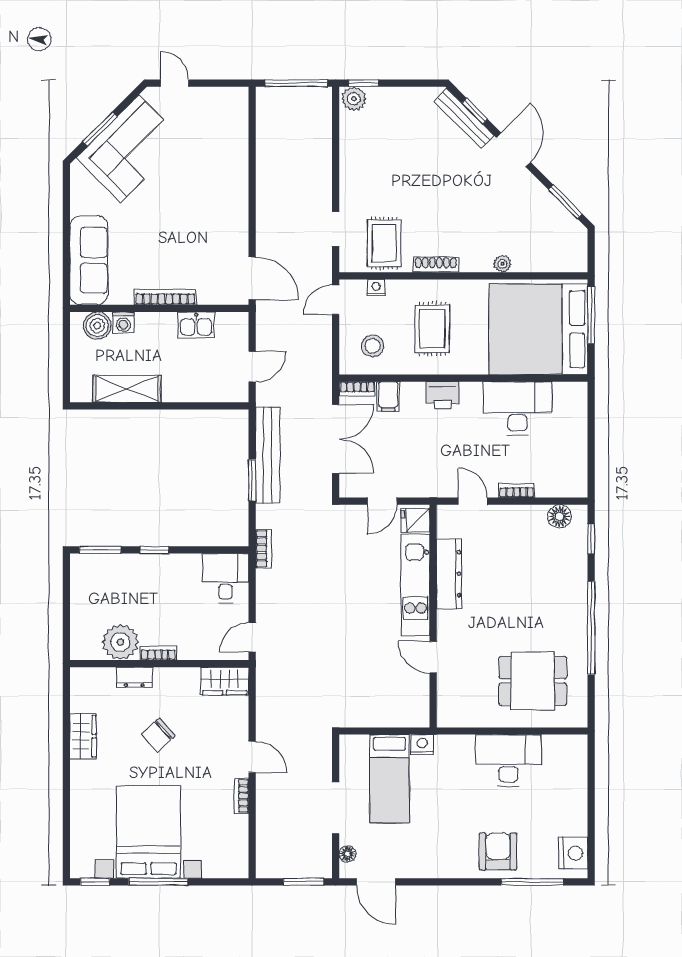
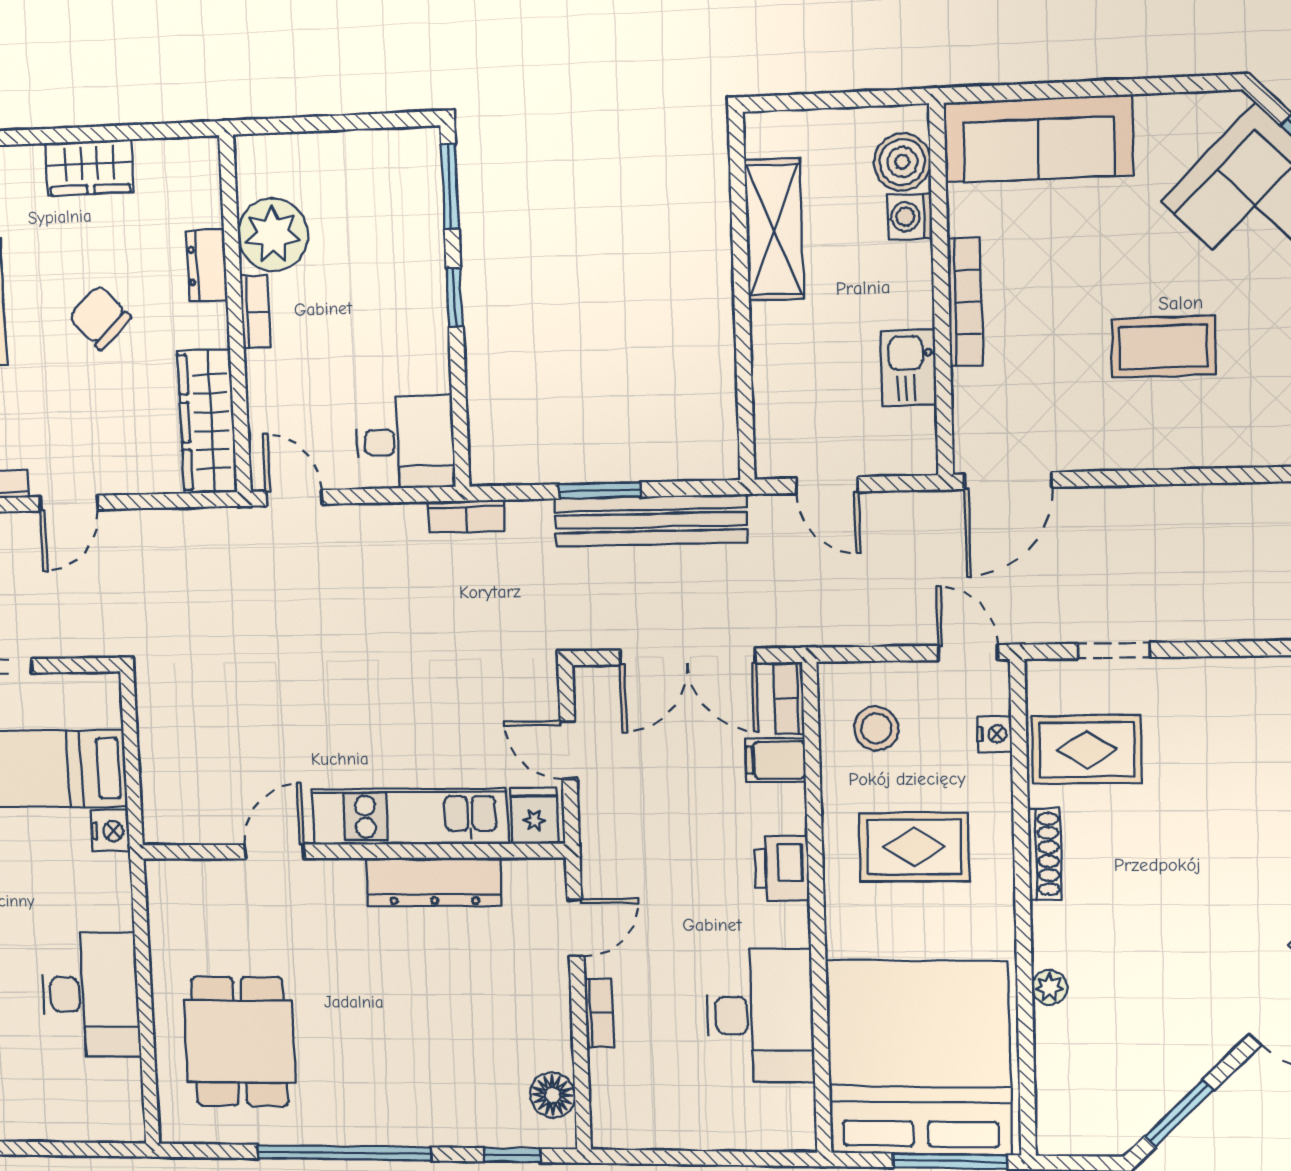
coffee table: (190, 203) -> (1163, 347), added
wardrobe: (225, 681) -> (207, 422), width x1.50

